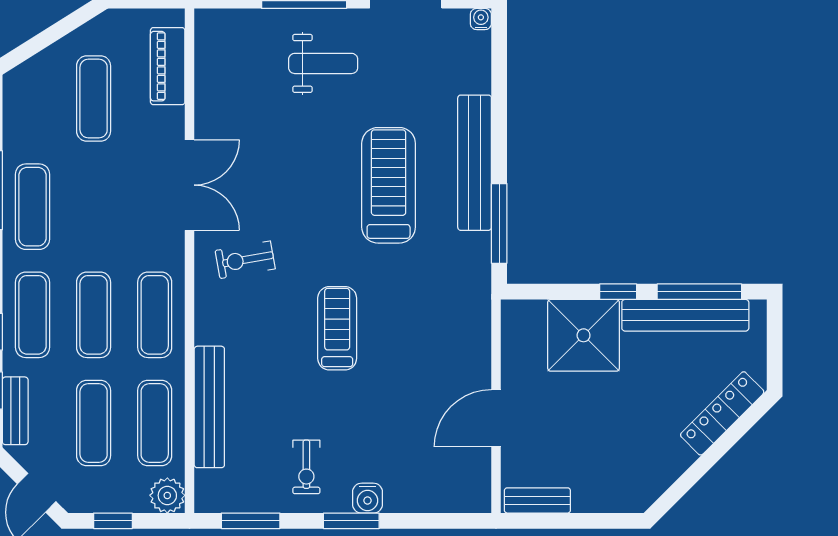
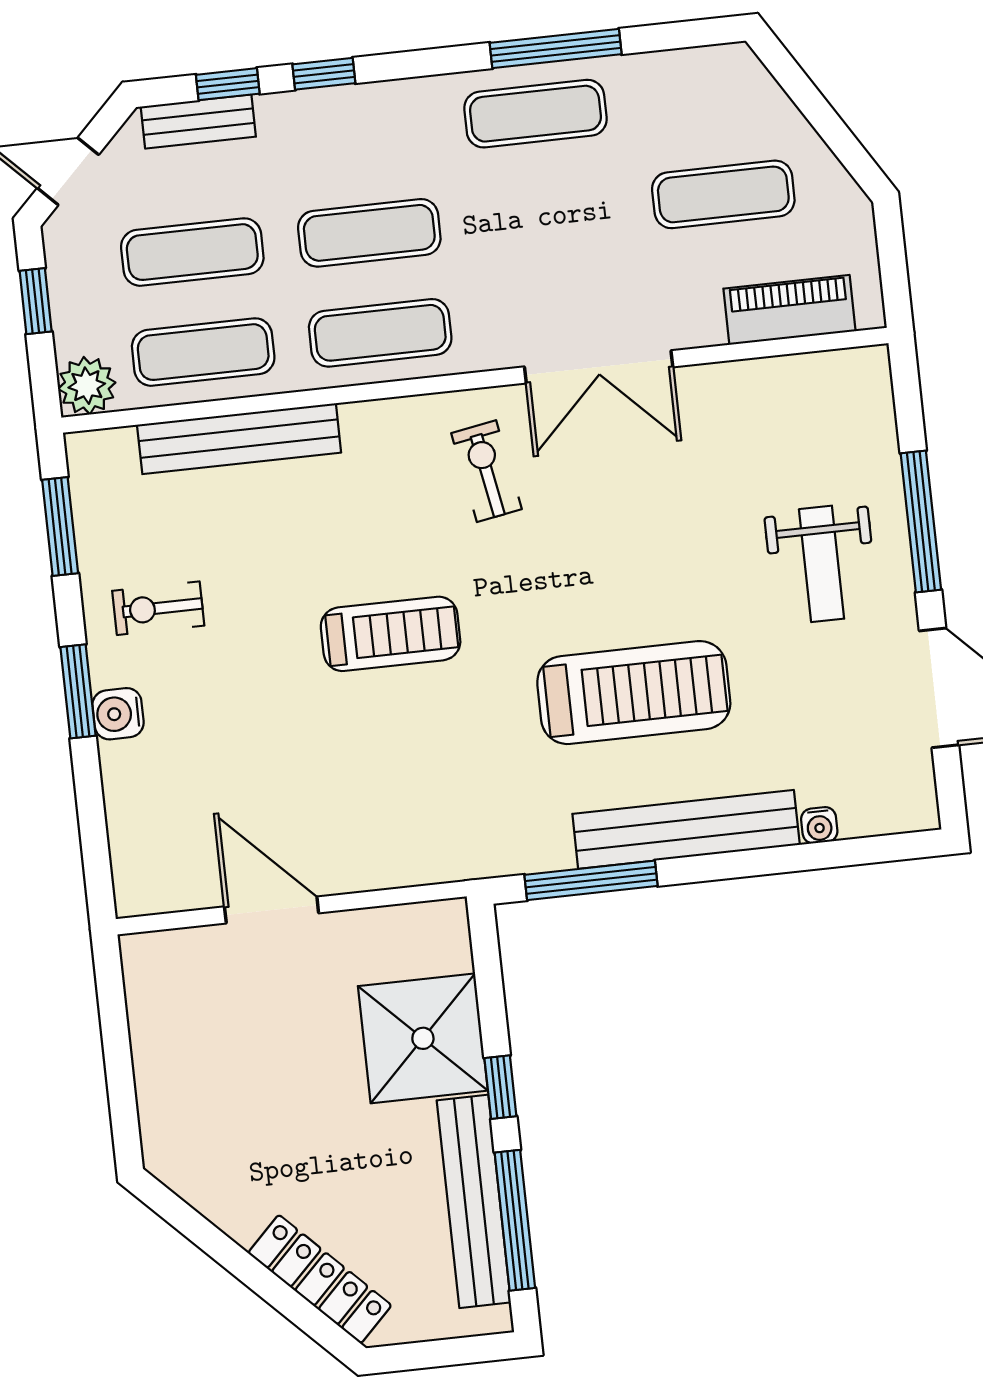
water cooler: (481, 19) -> (819, 825), moved, turned 90
exercise mat: (32, 315) -> (358, 133), removed
bench: (537, 500) -> (144, 992), removed

